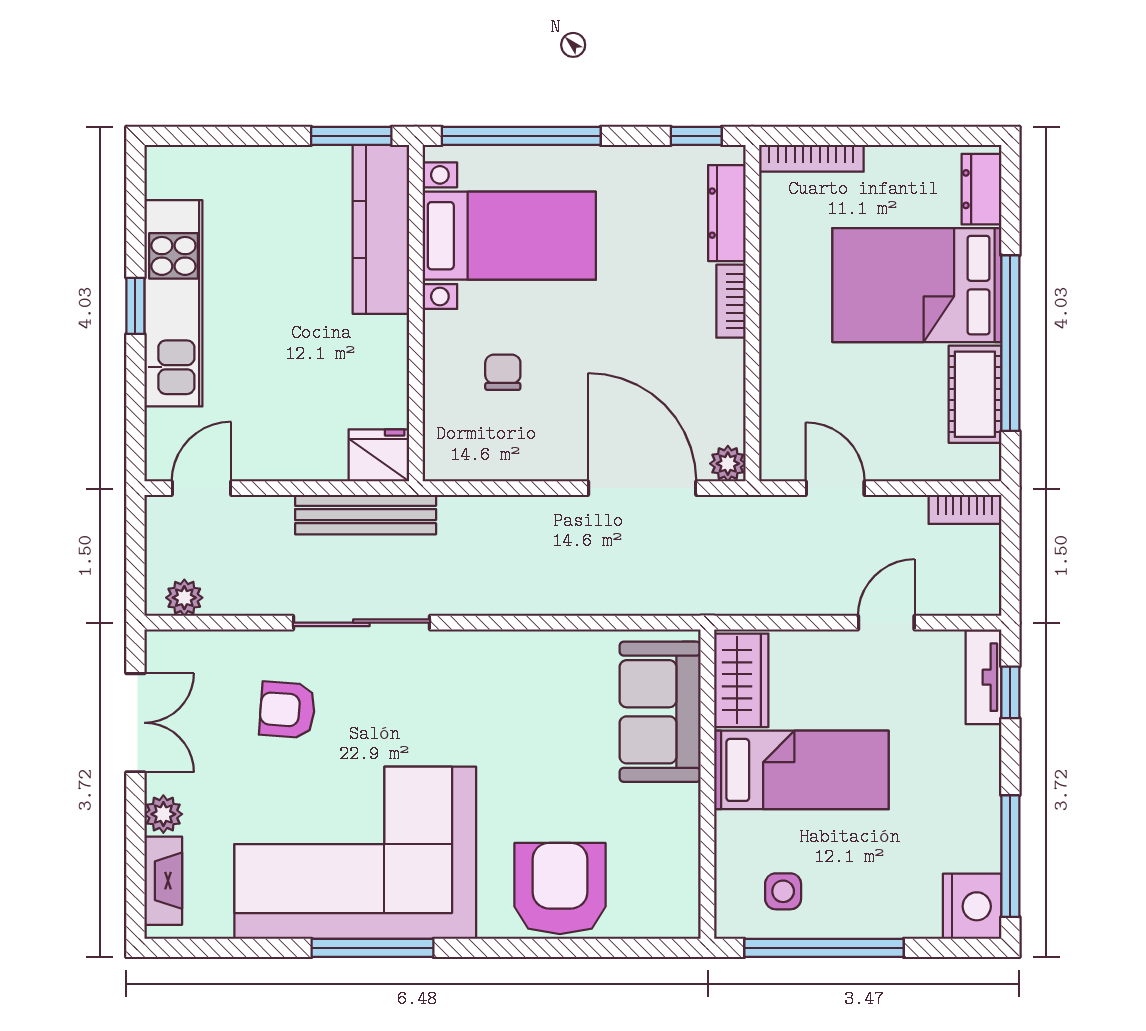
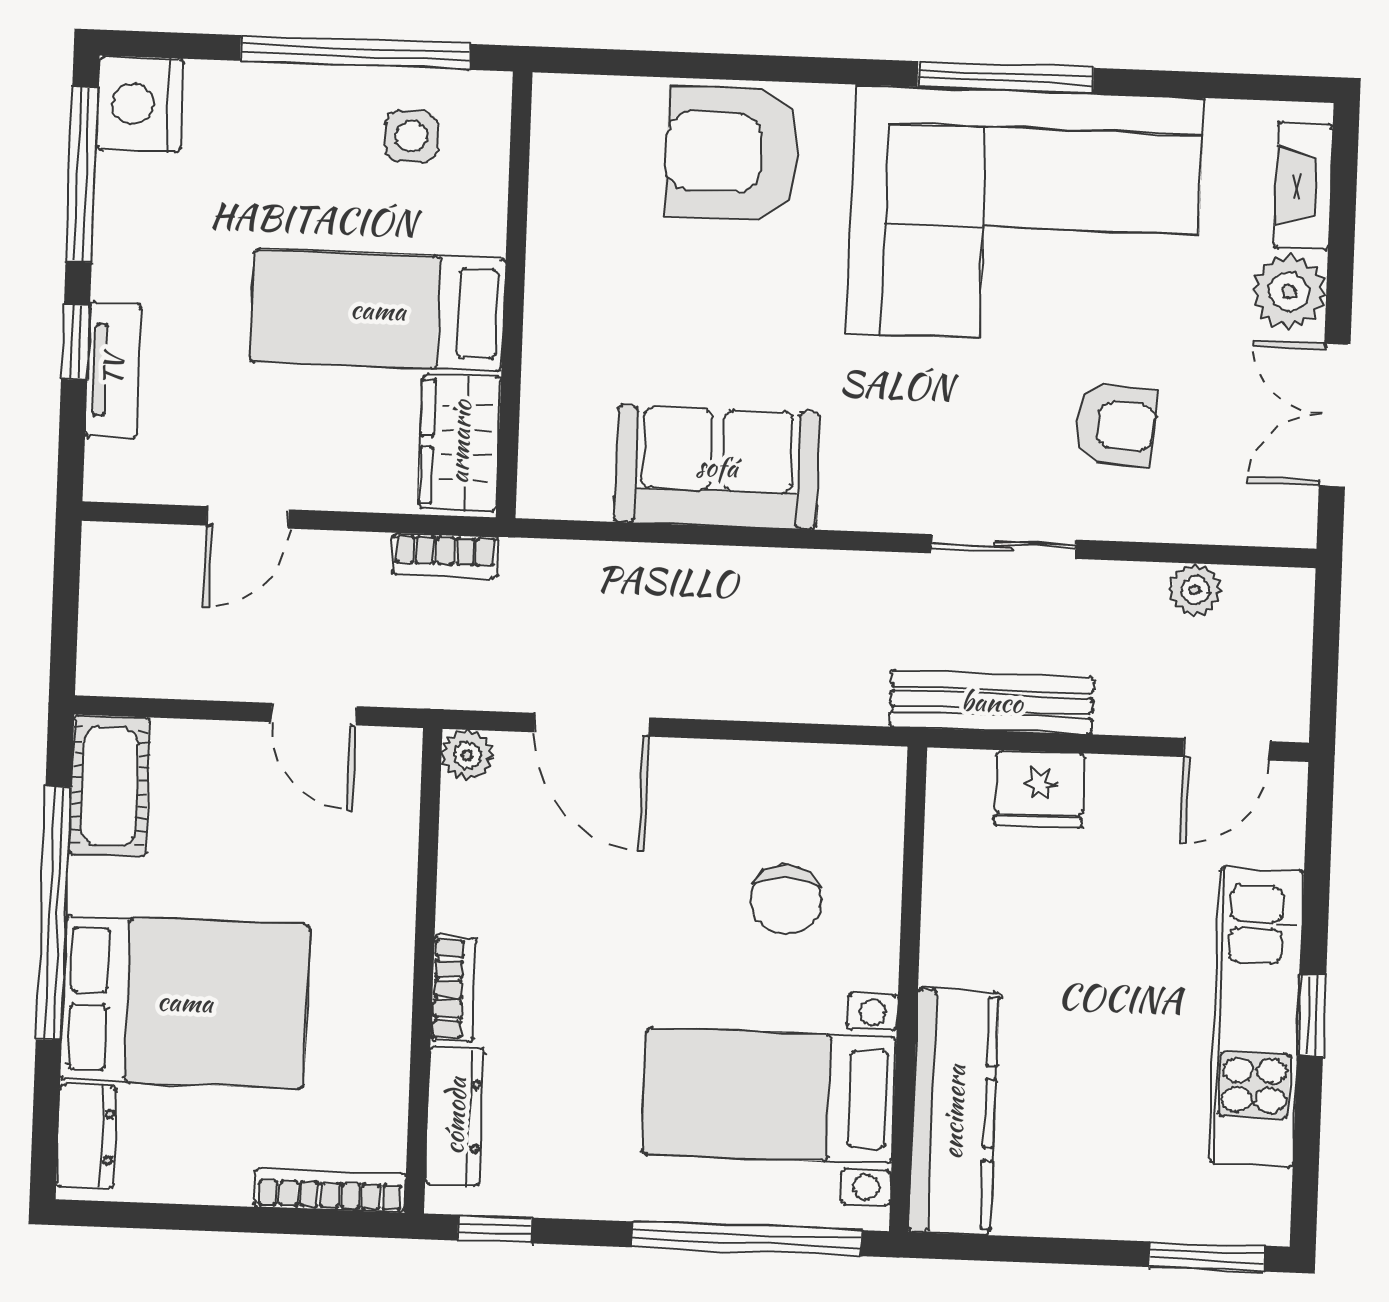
window: (351, 136) -> (1207, 1256), moved
chair: (503, 372) -> (786, 899), width x1.37, depth x1.37
cot: (975, 394) -> (109, 786), moved
fridge: (379, 455) -> (1039, 789), moved
door: (642, 488) -> (592, 725), width x0.73
bookcase: (965, 509) -> (445, 556), moved, turned 180
plant: (184, 598) -> (1195, 590), moved
sliding door: (361, 623) -> (1004, 547), width x0.73
tv unit: (983, 677) -> (113, 370), moved
window: (1010, 692) -> (76, 342), moved
sofa: (660, 712) -> (717, 467), moved, turned -90
plant: (163, 814) -> (1289, 292), width x1.38, depth x1.38
armchair: (560, 888) -> (732, 153), turned 90

